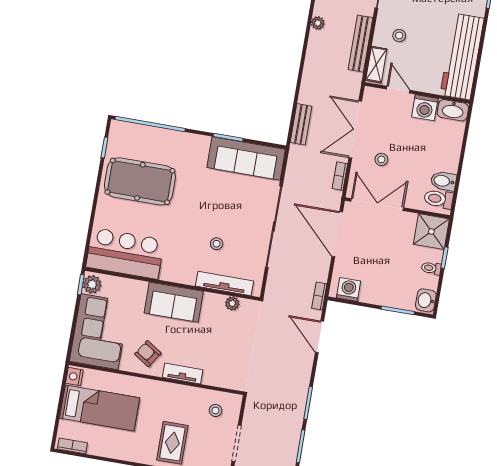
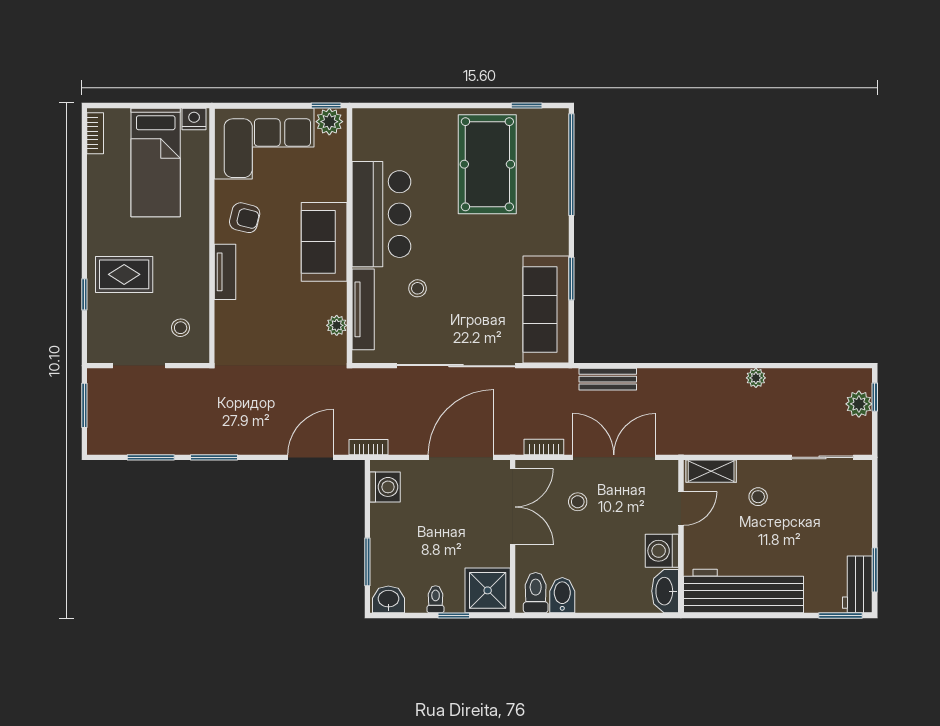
bench: (360, 44) -> (737, 444), removed
bar counter: (125, 253) -> (381, 214), moved
armchair: (148, 354) -> (245, 218), turned 71

